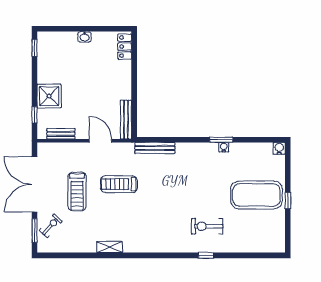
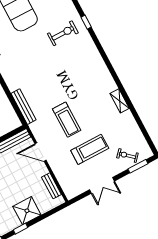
window: (35, 115) -> (21, 229), moved
door: (100, 141) -> (40, 152), hinge flipped
double door: (35, 184) -> (102, 185), width x0.54
exercise bike: (207, 226) -> (63, 33), turned -90

